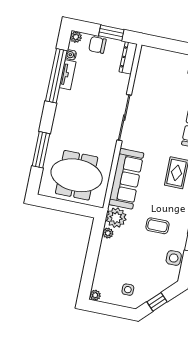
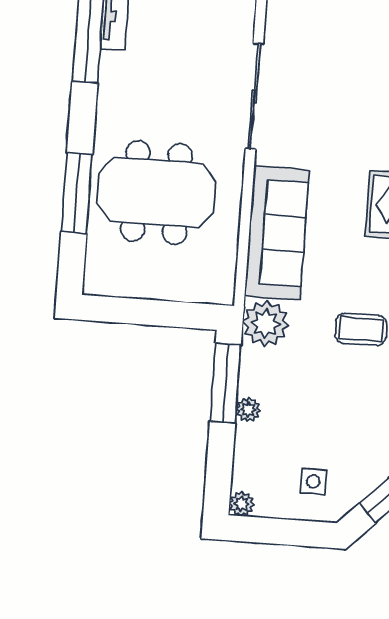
meeting table: (77, 175) -> (156, 193), moved
plant: (108, 233) -> (248, 410), moved
window: (95, 241) -> (225, 383), added

